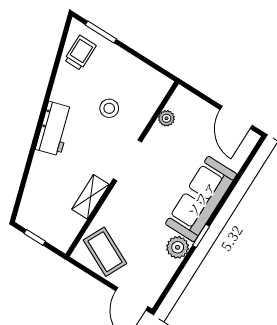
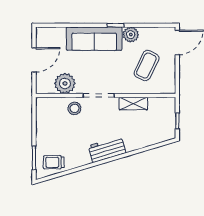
stool: (109, 108) -> (74, 108), moved
door: (236, 117) -> (34, 60), moved
plant: (166, 118) -> (65, 83), width x1.88, depth x1.88
coffee table: (105, 252) -> (146, 66), moved

